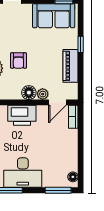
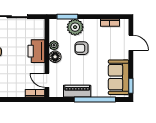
window: (81, 44) -> (95, 99), width x3.17
plant: (43, 94) -> (54, 45), moved

